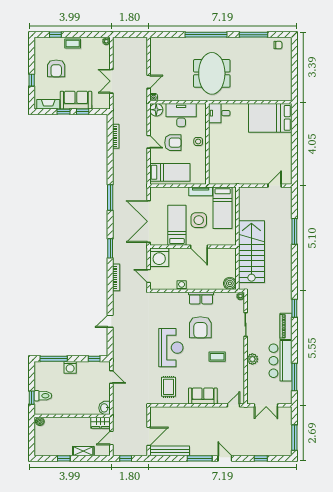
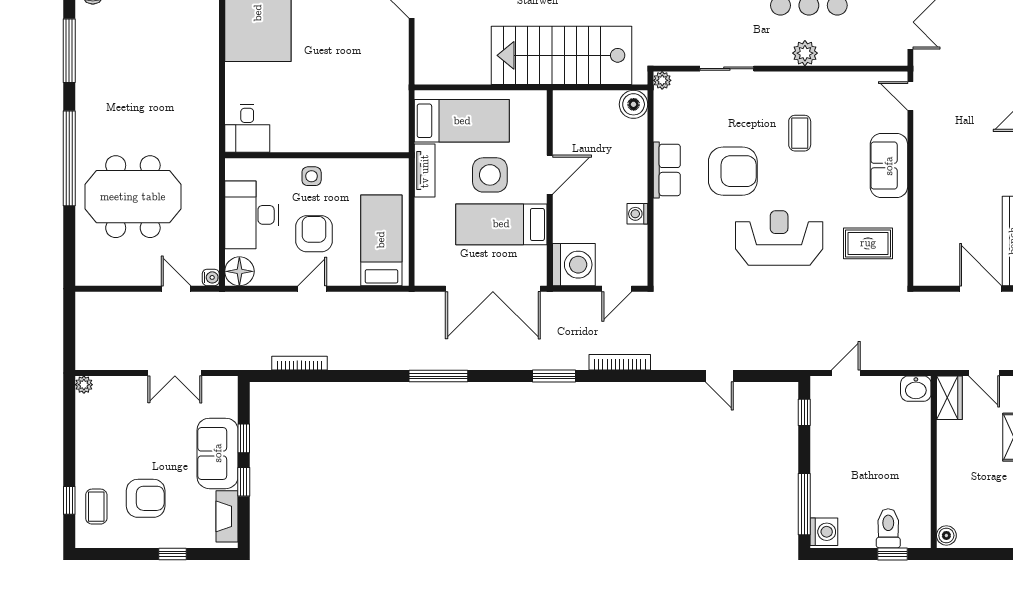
coffee table: (73, 44) -> (96, 507), moved
meeting table: (212, 73) -> (133, 197), moved
washing machine: (70, 367) -> (824, 532), moved

